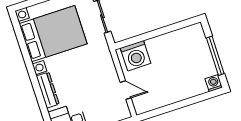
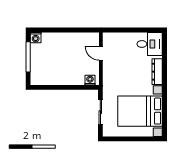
washing machine: (136, 56) -> (90, 80), width x0.53, depth x0.53

